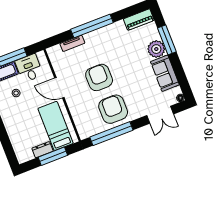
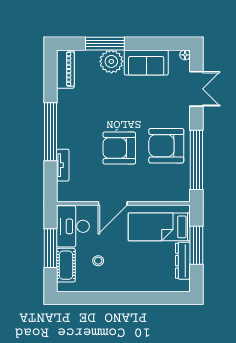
desk: (29, 68) -> (73, 226), width x1.37
dresser: (43, 150) -> (183, 261), width x1.44

